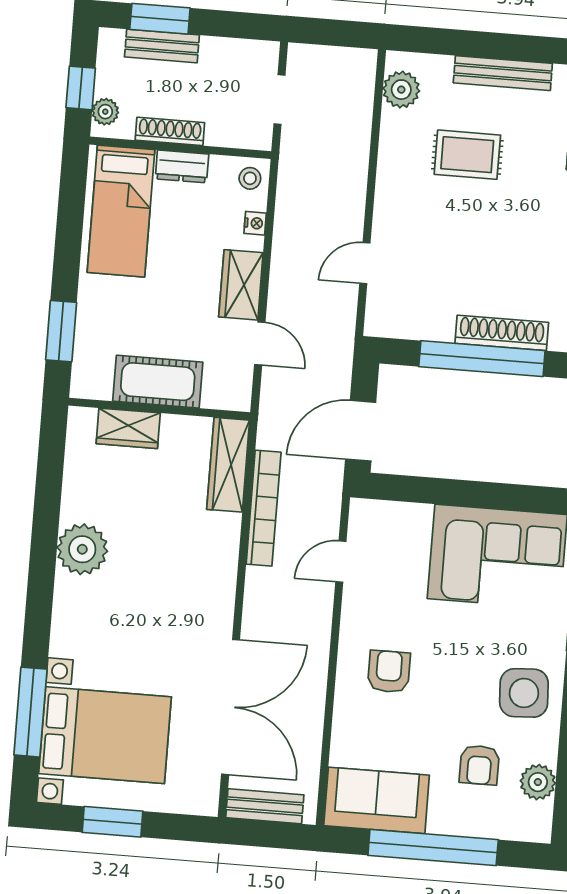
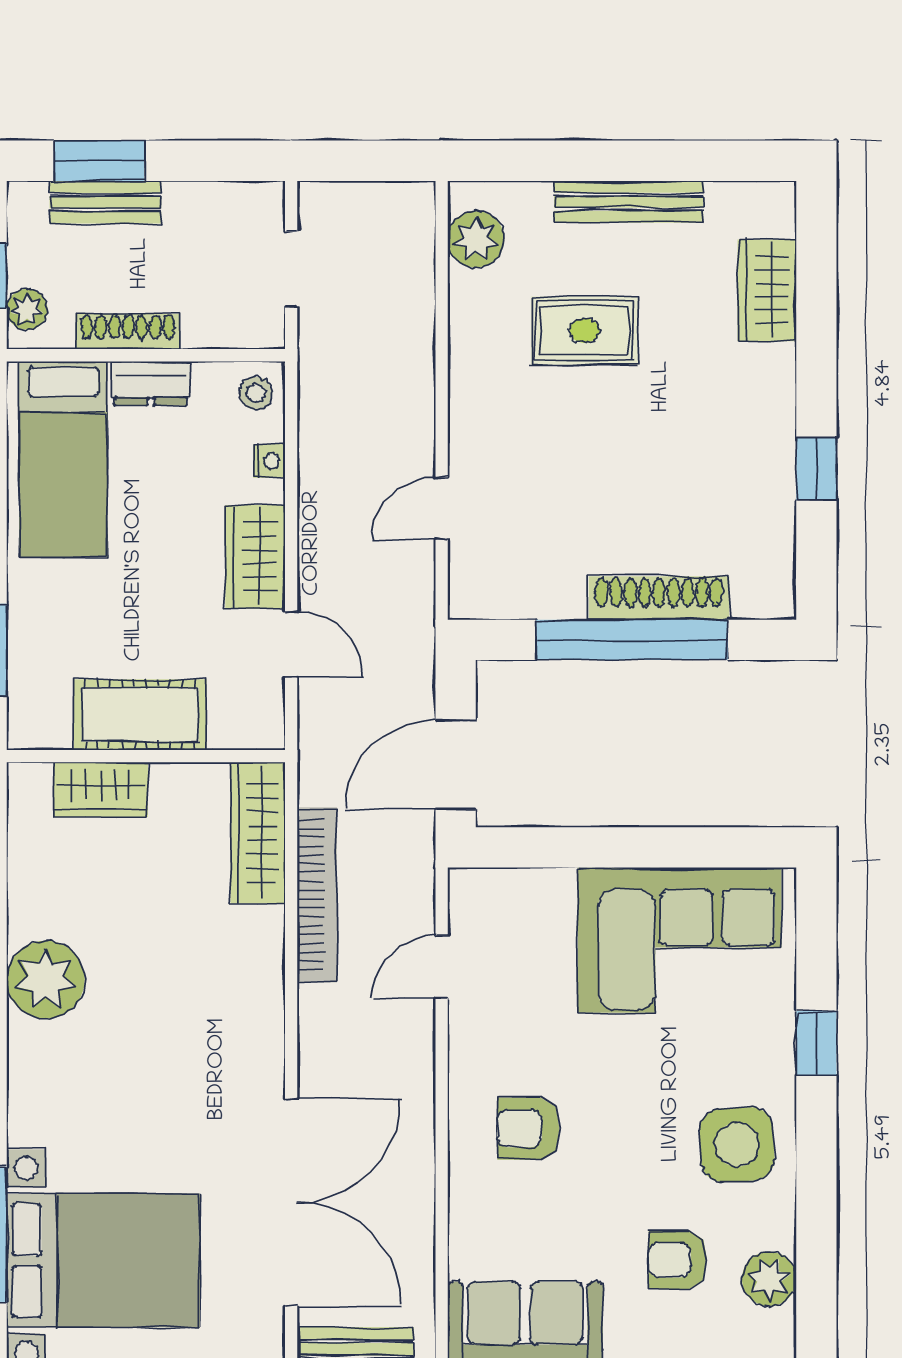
armchair: (389, 672) -> (528, 1129), turned -90
armchair: (479, 765) -> (678, 1260), turned 90

